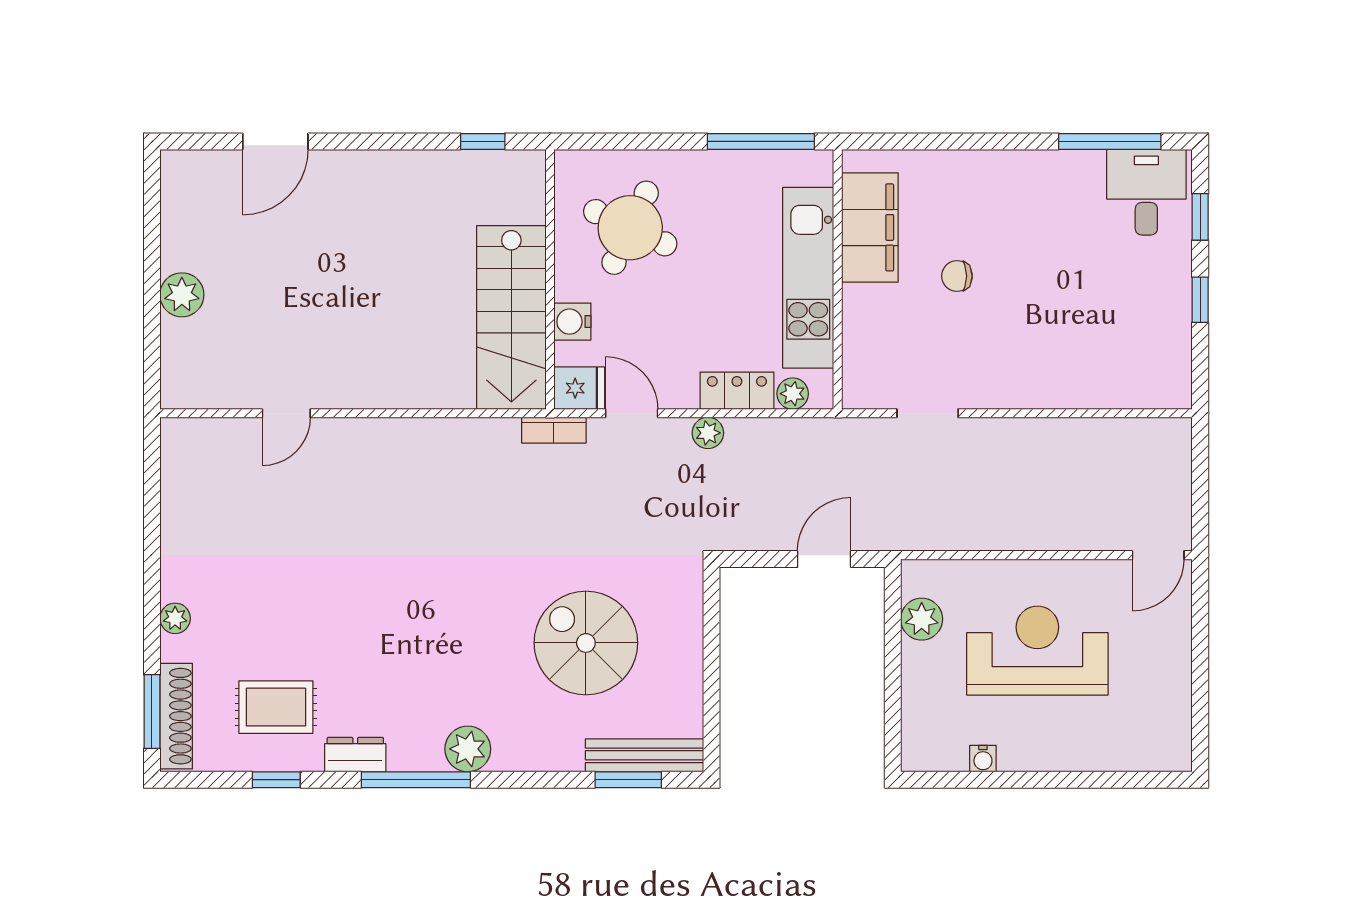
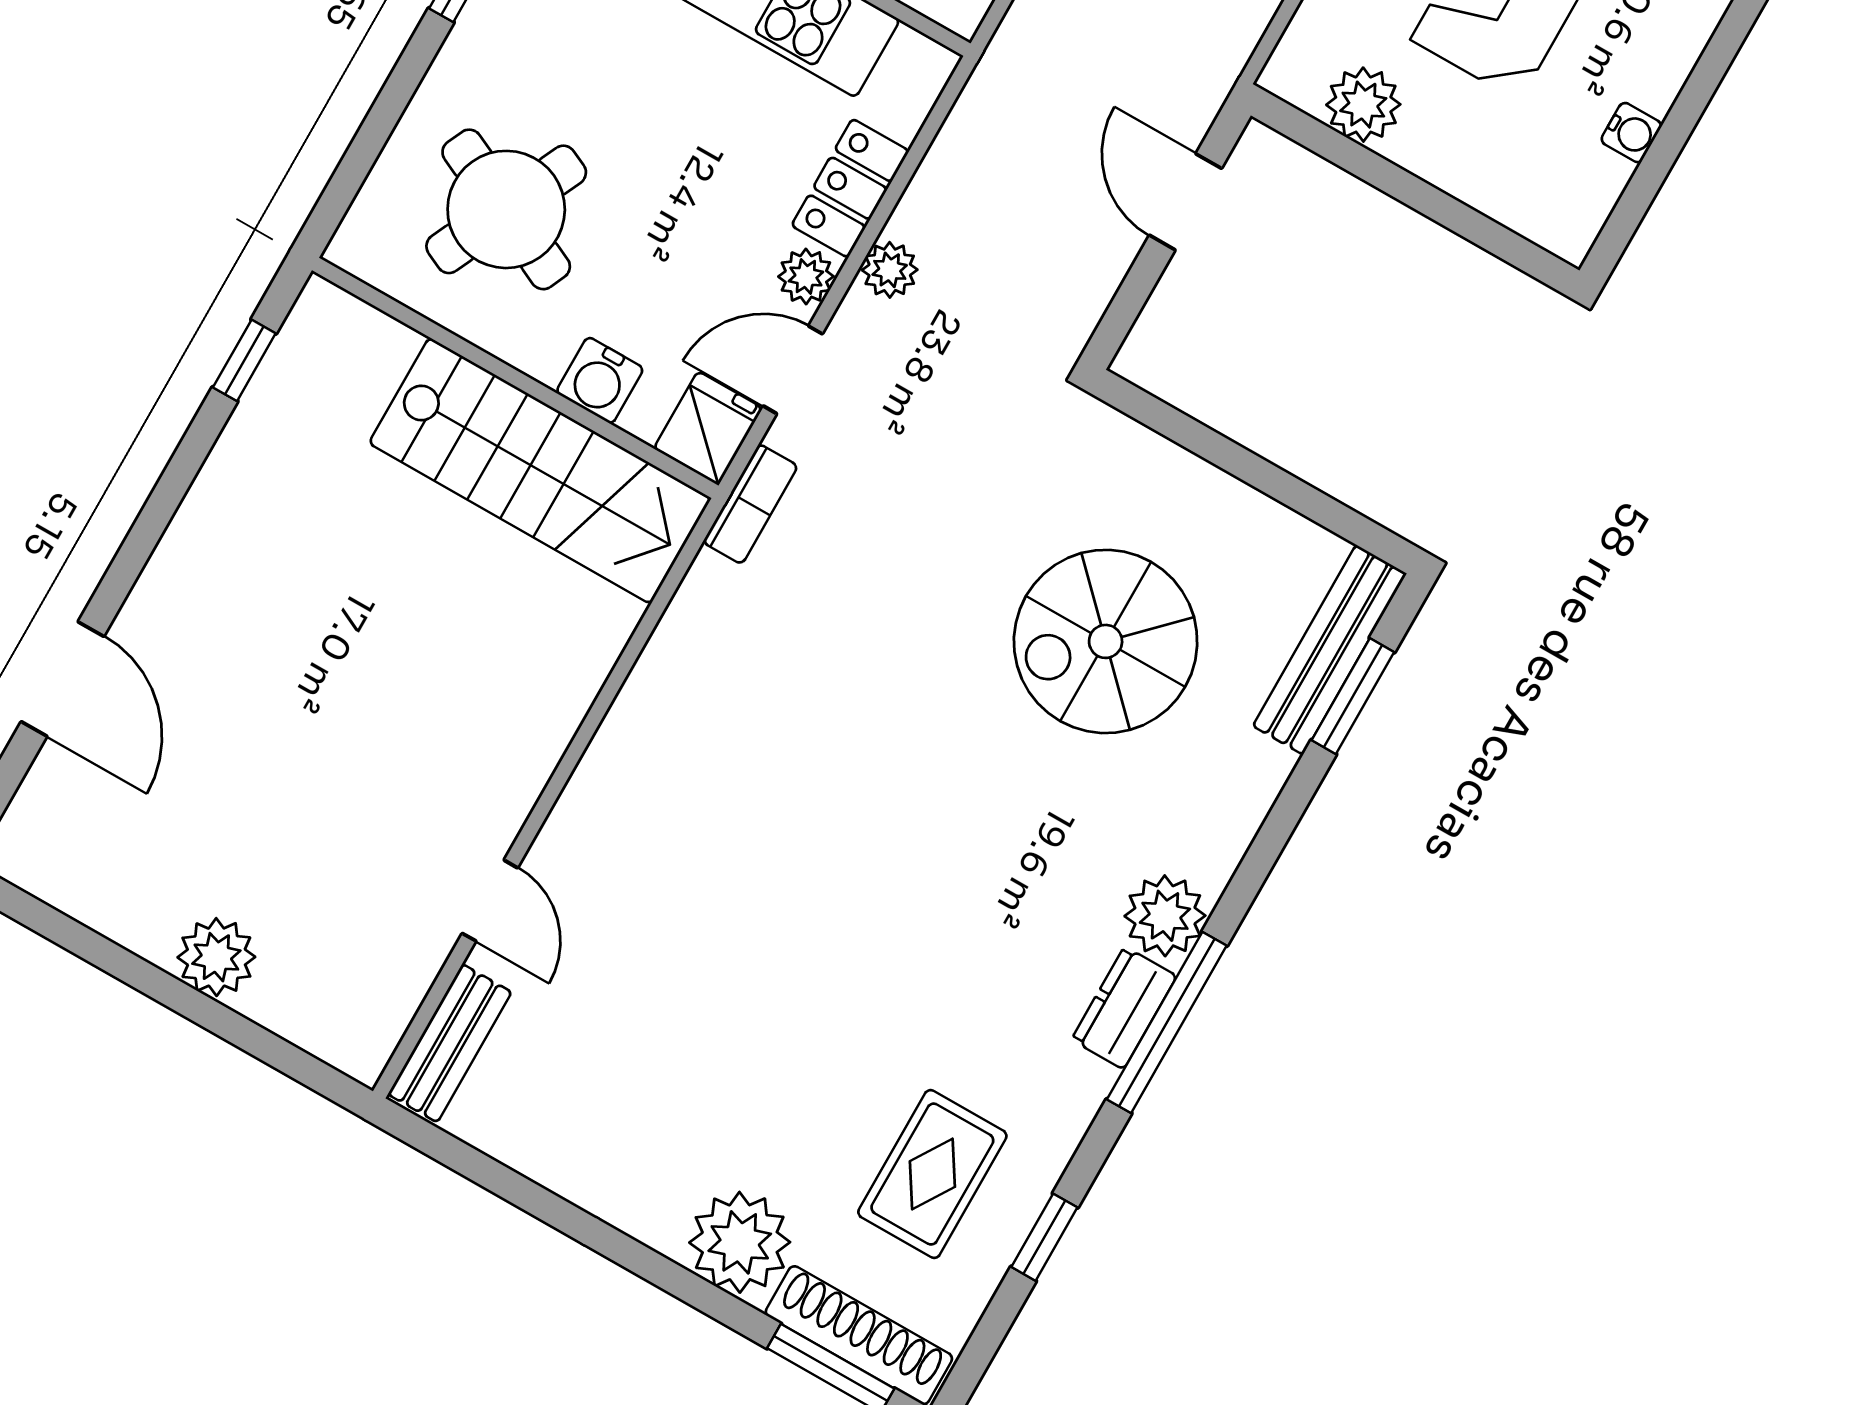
plant: (793, 394) -> (806, 276), moved
bench: (205, 433) -> (450, 1043), added
plant: (175, 618) -> (740, 1242), width x1.87, depth x1.87
dresser: (355, 755) -> (1124, 1008), moved

